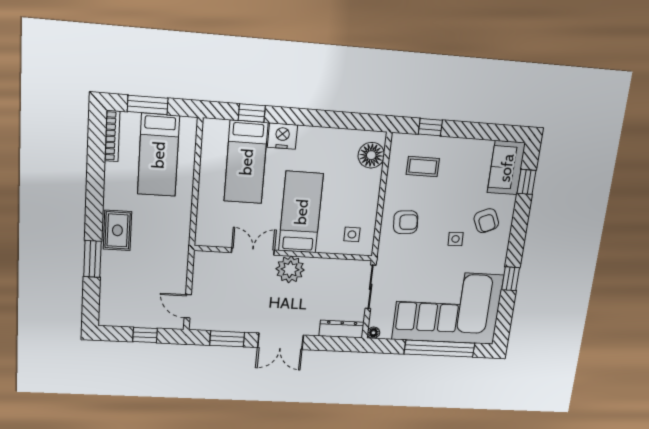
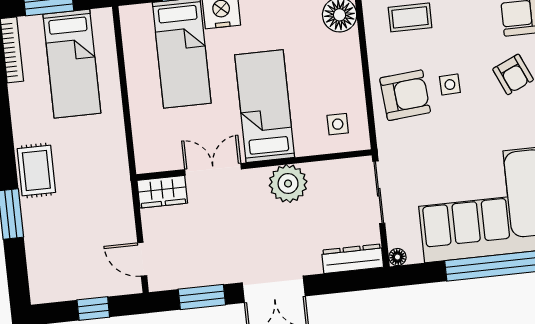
armchair: (406, 222) -> (405, 95), width x1.38, depth x1.38
side table: (456, 239) -> (450, 85), moved
wardrobe: (212, 261) -> (162, 192), added
plant: (290, 269) -> (288, 184), moved

